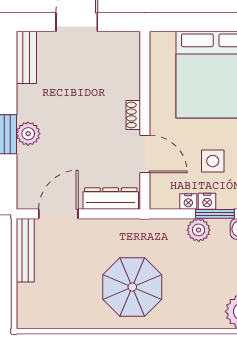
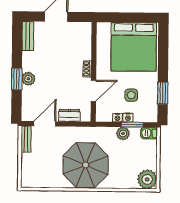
door: (145, 154) -> (93, 91), hinge flipped
dresser: (111, 199) -> (69, 115), width x0.70
bench: (25, 250) -> (26, 139), width x0.73
parasol: (132, 287) -> (86, 165), width x1.36, depth x1.36

